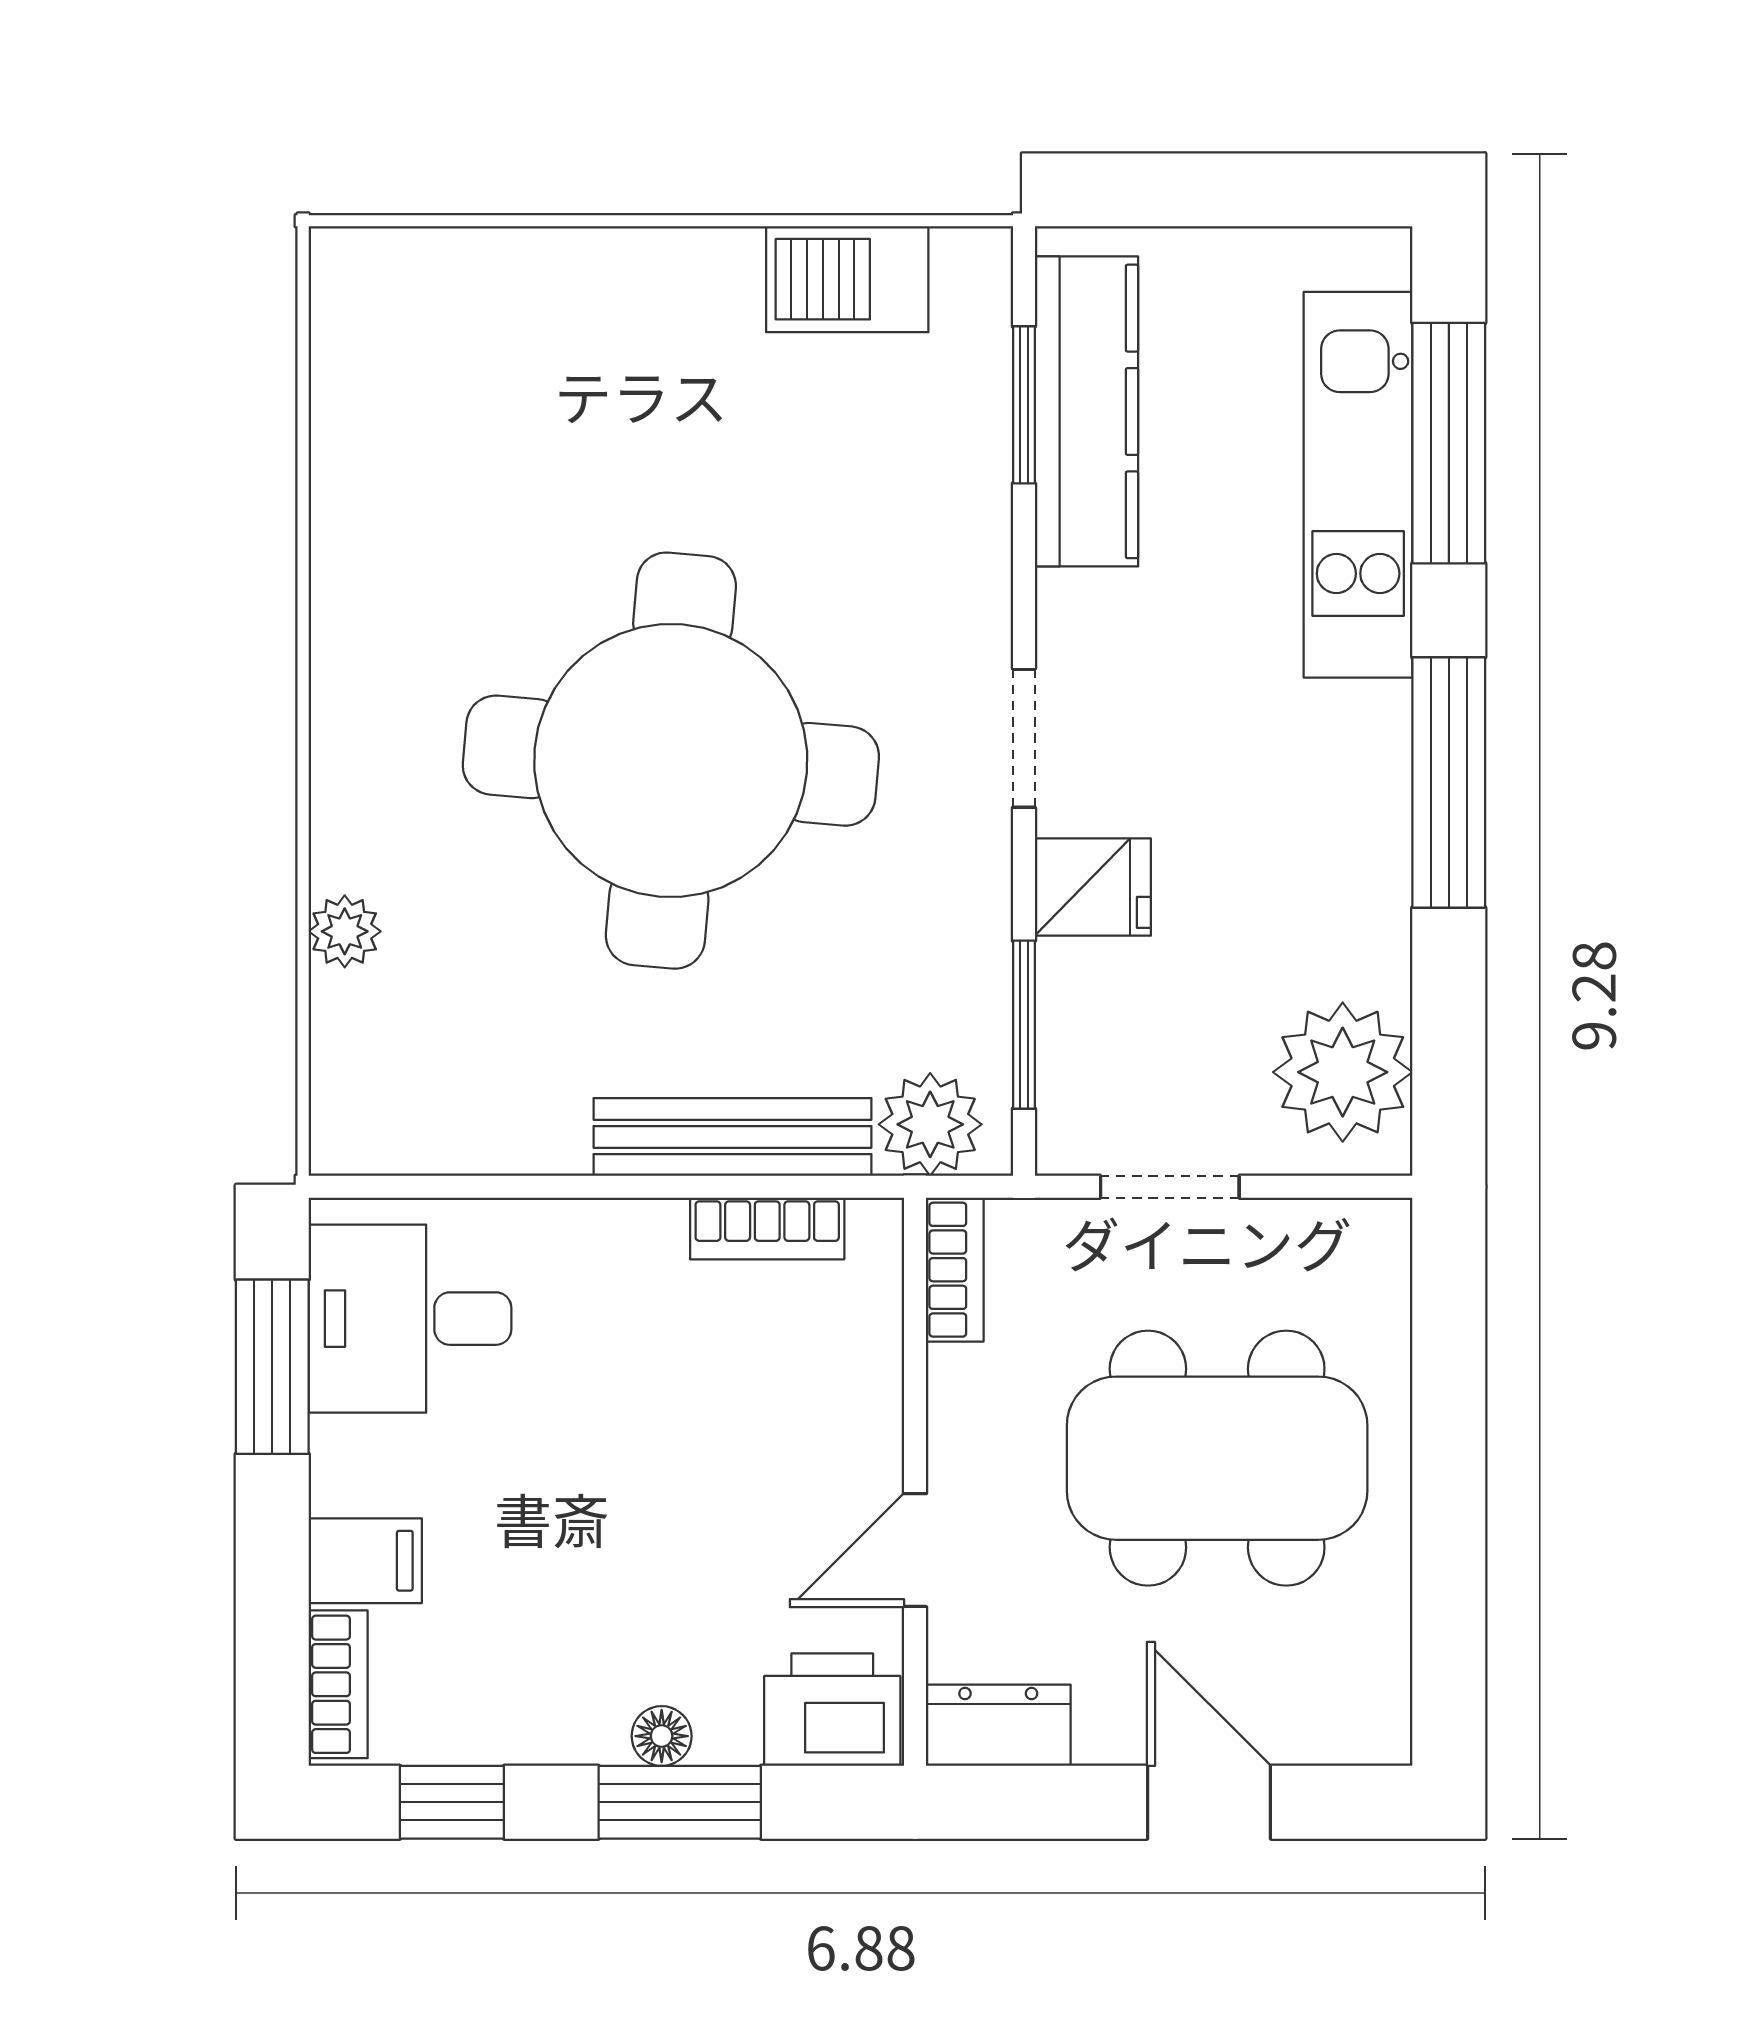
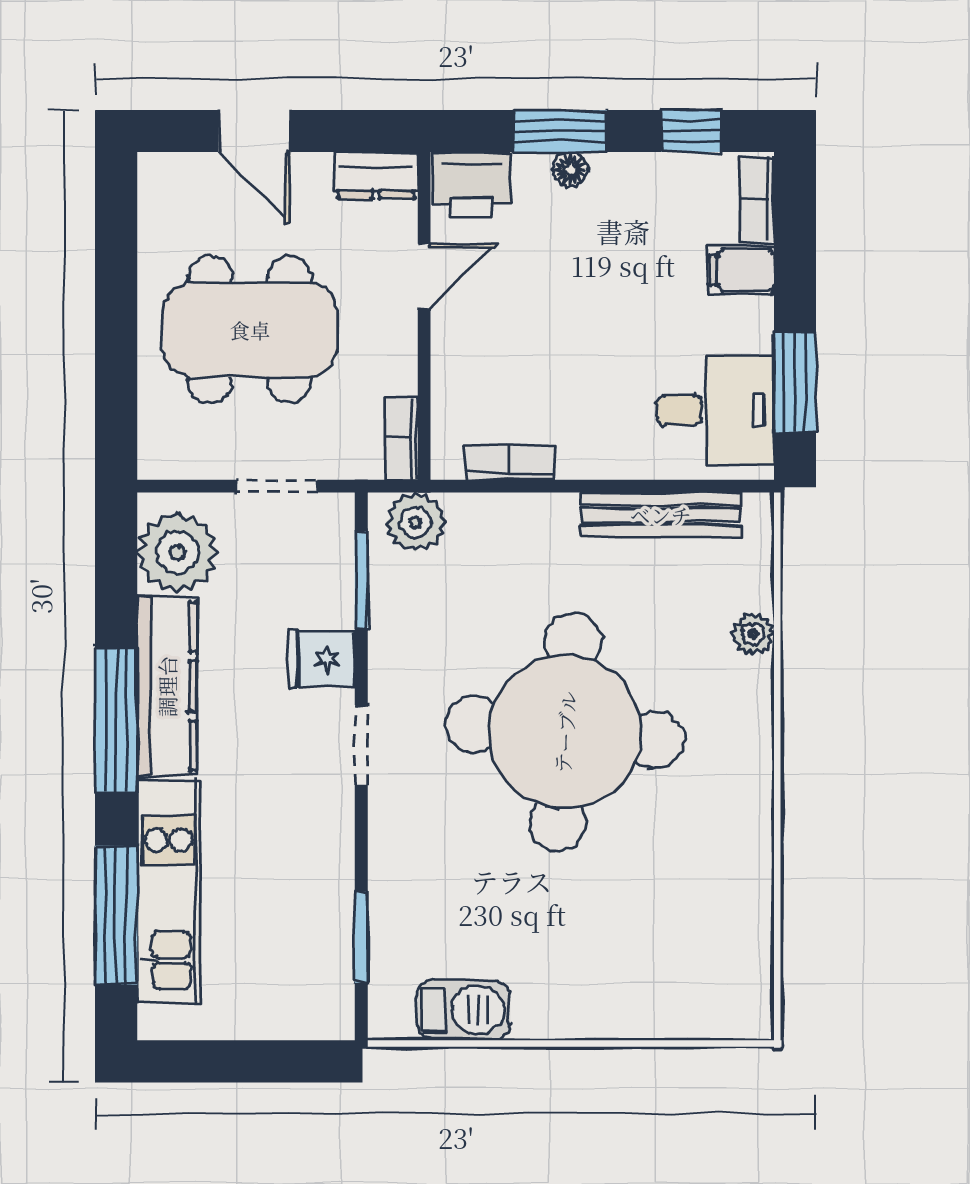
kitchen counter: (1087, 411) -> (167, 686), moved, turned 180
bench: (733, 1137) -> (661, 515), moved

